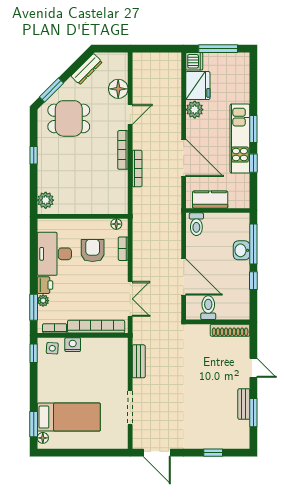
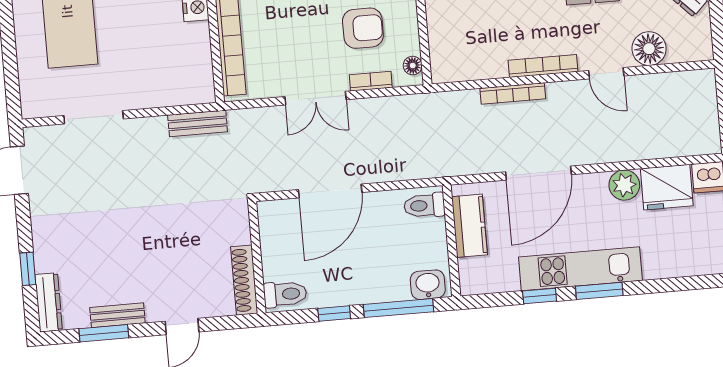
washbasin: (242, 250) -> (428, 285), moved
double door: (130, 299) -> (315, 98), moved
toilet: (208, 308) -> (285, 294), moved
bench: (139, 361) -> (198, 123), moved
dresser: (233, 442) -> (49, 302), added

